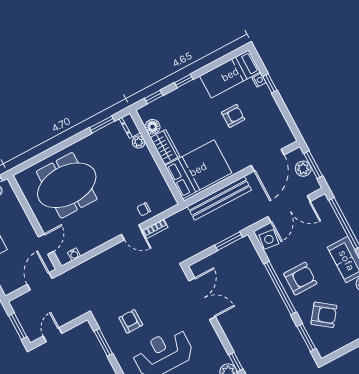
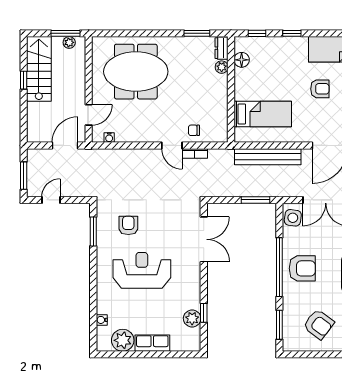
wardrobe: (165, 147) -> (243, 84), removed
bed: (198, 169) -> (263, 114), width x0.67
armchair: (324, 315) -> (319, 324), moved

